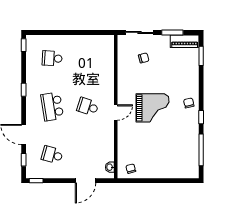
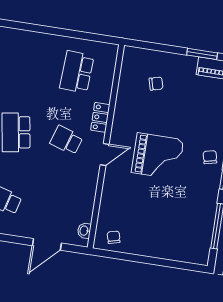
sliding door: (140, 32) -> (156, 47), removed
school desk: (52, 58) -> (77, 72), moved, width x1.85
locker: (109, 87) -> (100, 117), added

